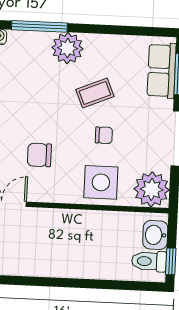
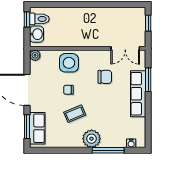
plant: (152, 189) -> (35, 55), width x0.53, depth x0.53

